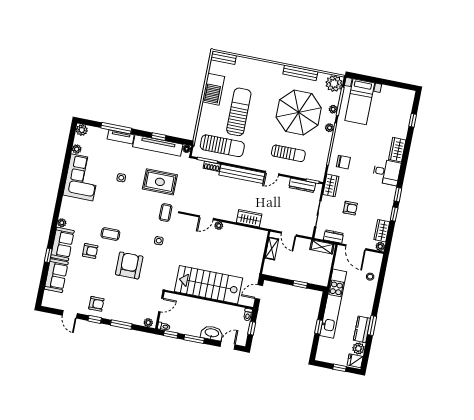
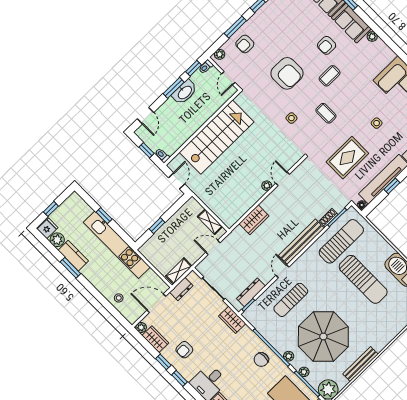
sun lounger: (222, 146) -> (341, 241), turned 180
chair: (343, 162) -> (261, 360), moved
armchair: (350, 208) -> (184, 350), moved
coffee table: (166, 213) -> (326, 113), moved
armchair: (96, 304) -> (245, 44), moved
washbasin: (212, 333) -> (185, 92), moved

